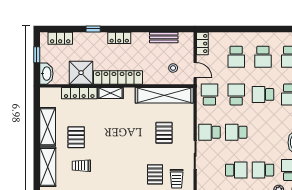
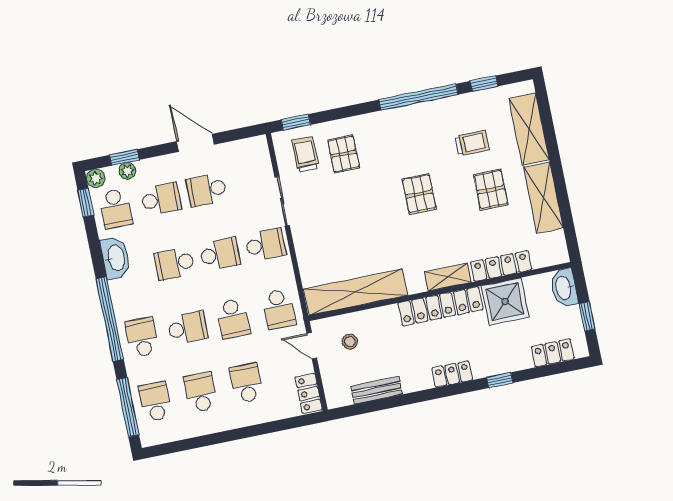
school desk: (263, 132) -> (174, 264), added
pallet: (164, 133) -> (419, 194), moved

